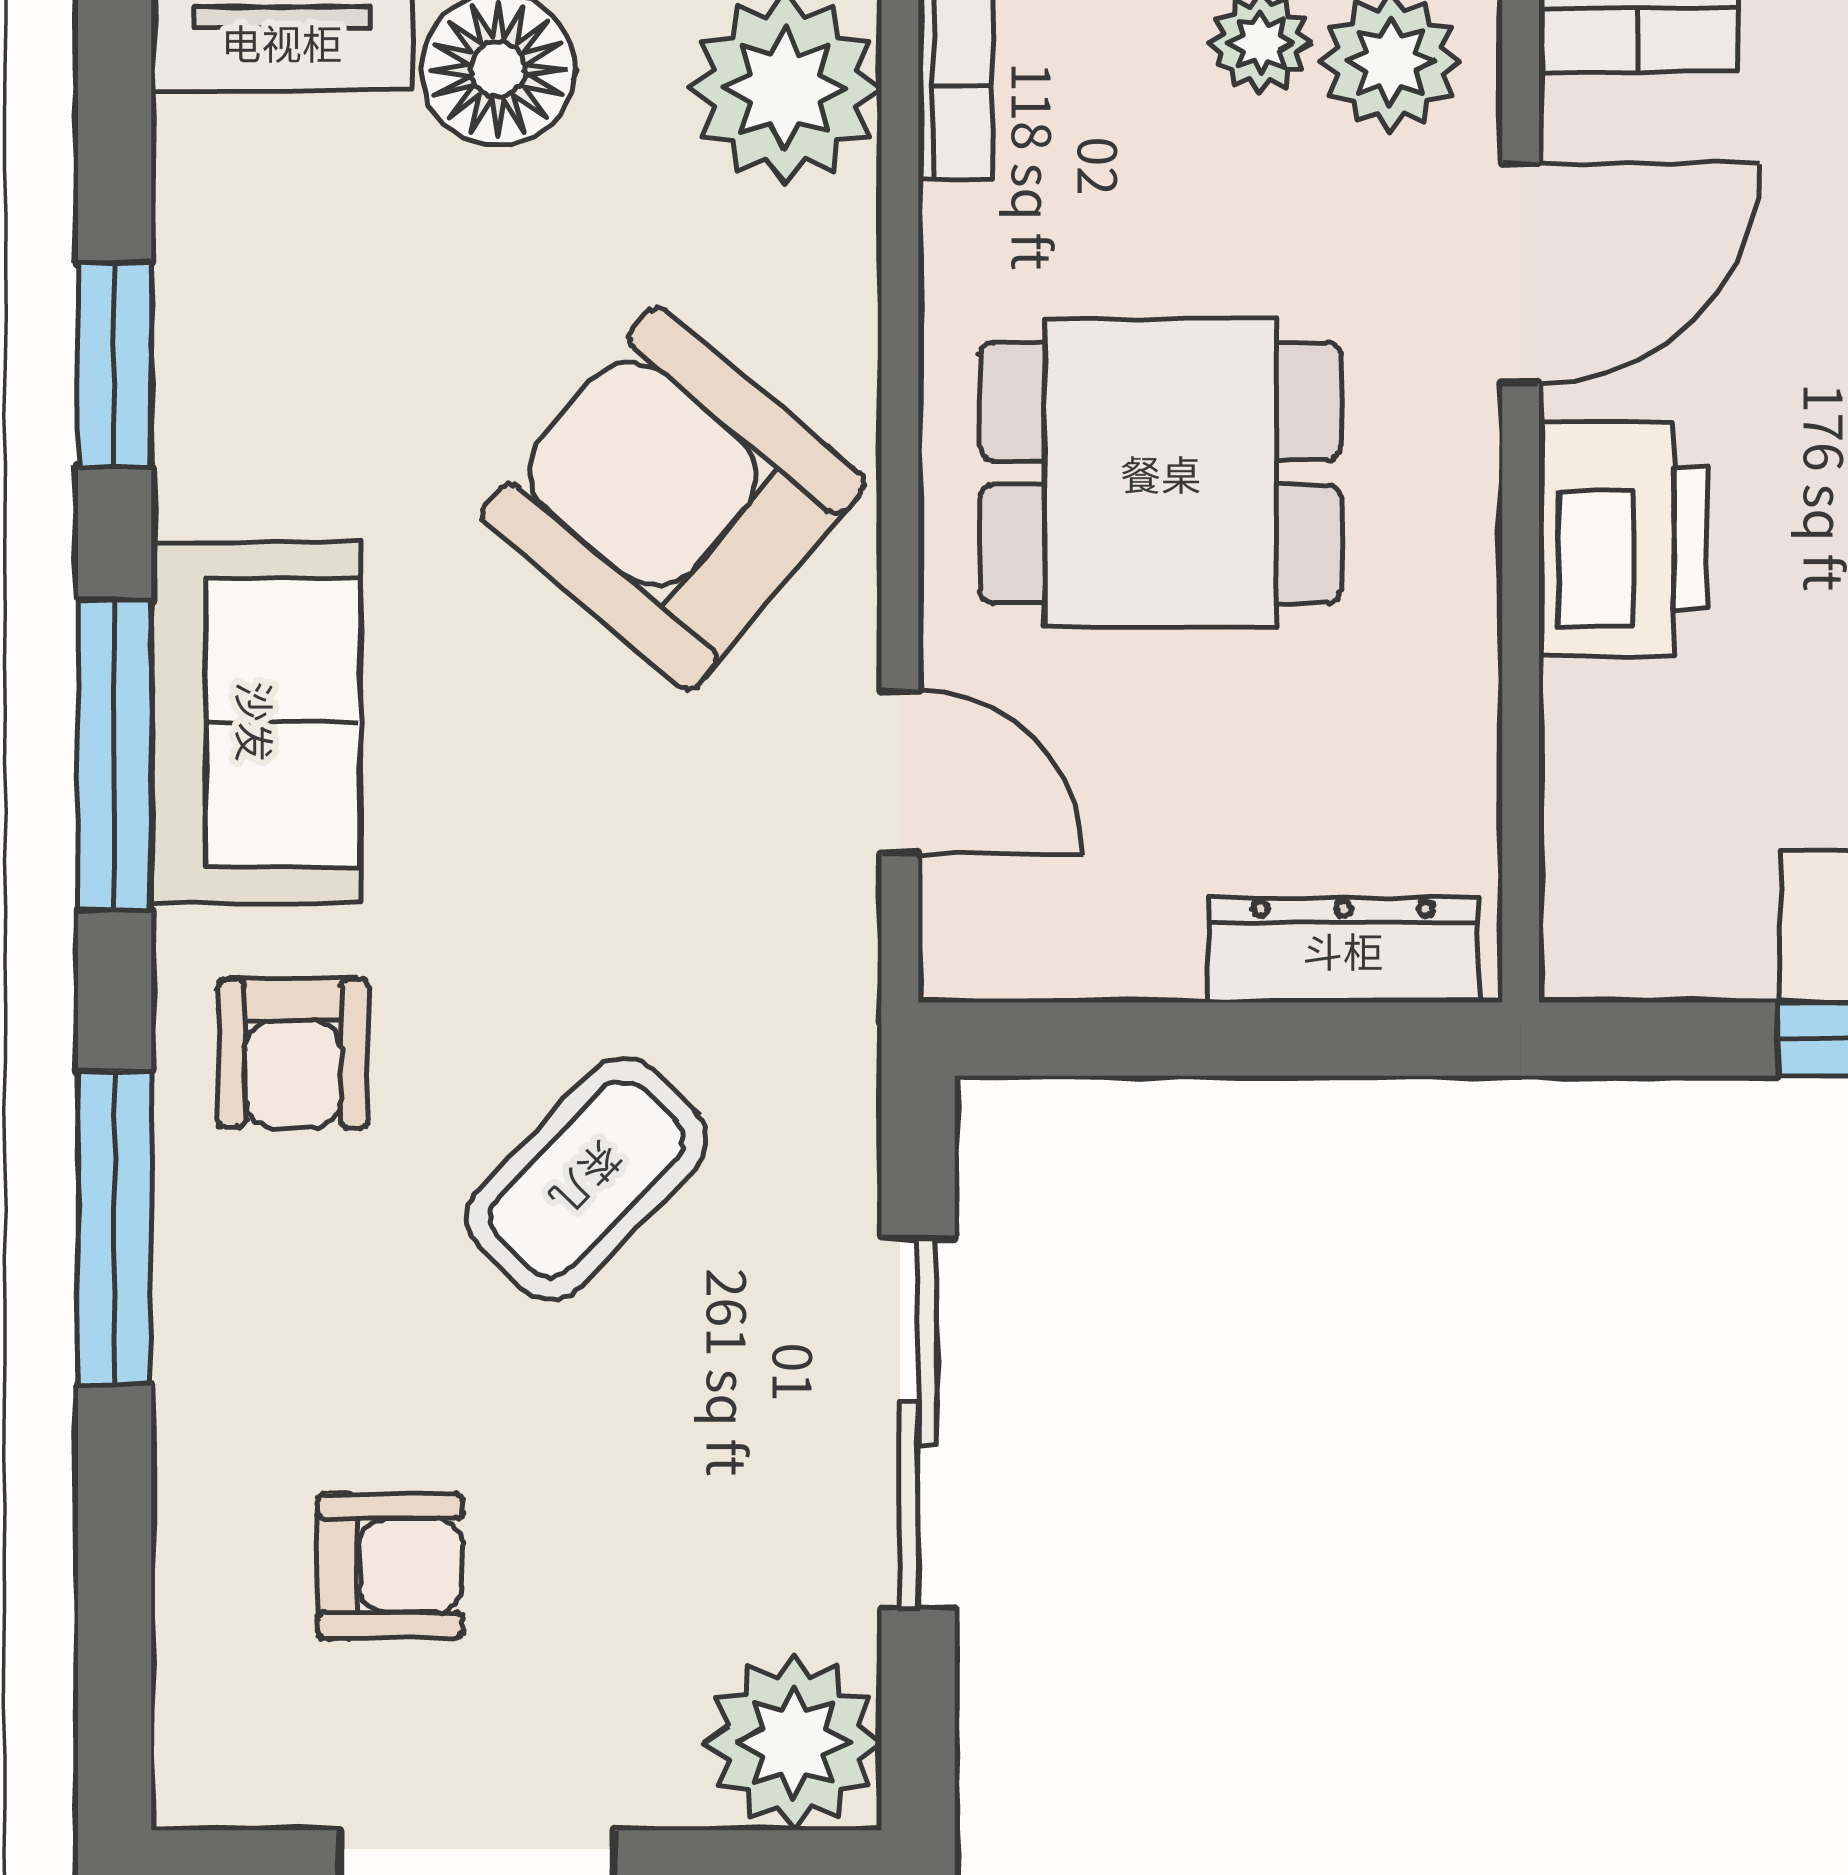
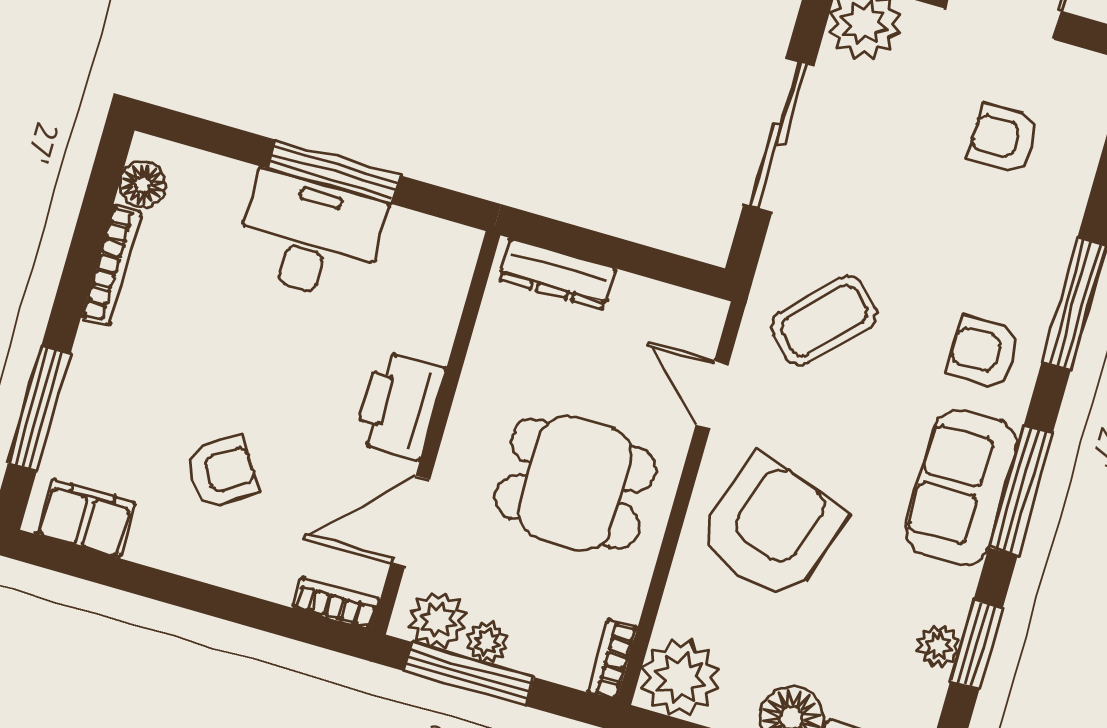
plant: (203, 336) -> (938, 646), added
armchair: (673, 499) -> (771, 528), turned -111
armchair: (293, 1053) -> (984, 352), turned -90
coffee table: (587, 1179) -> (824, 320), moved

